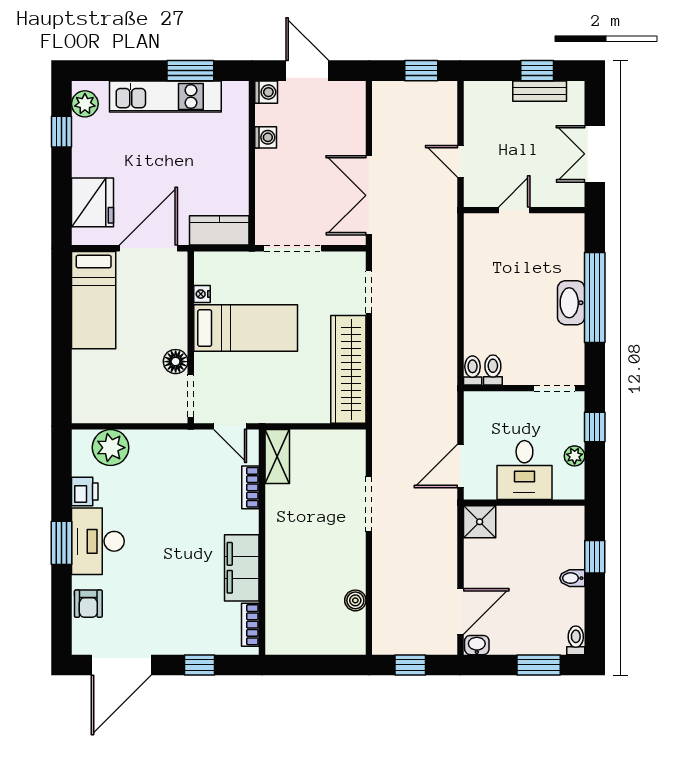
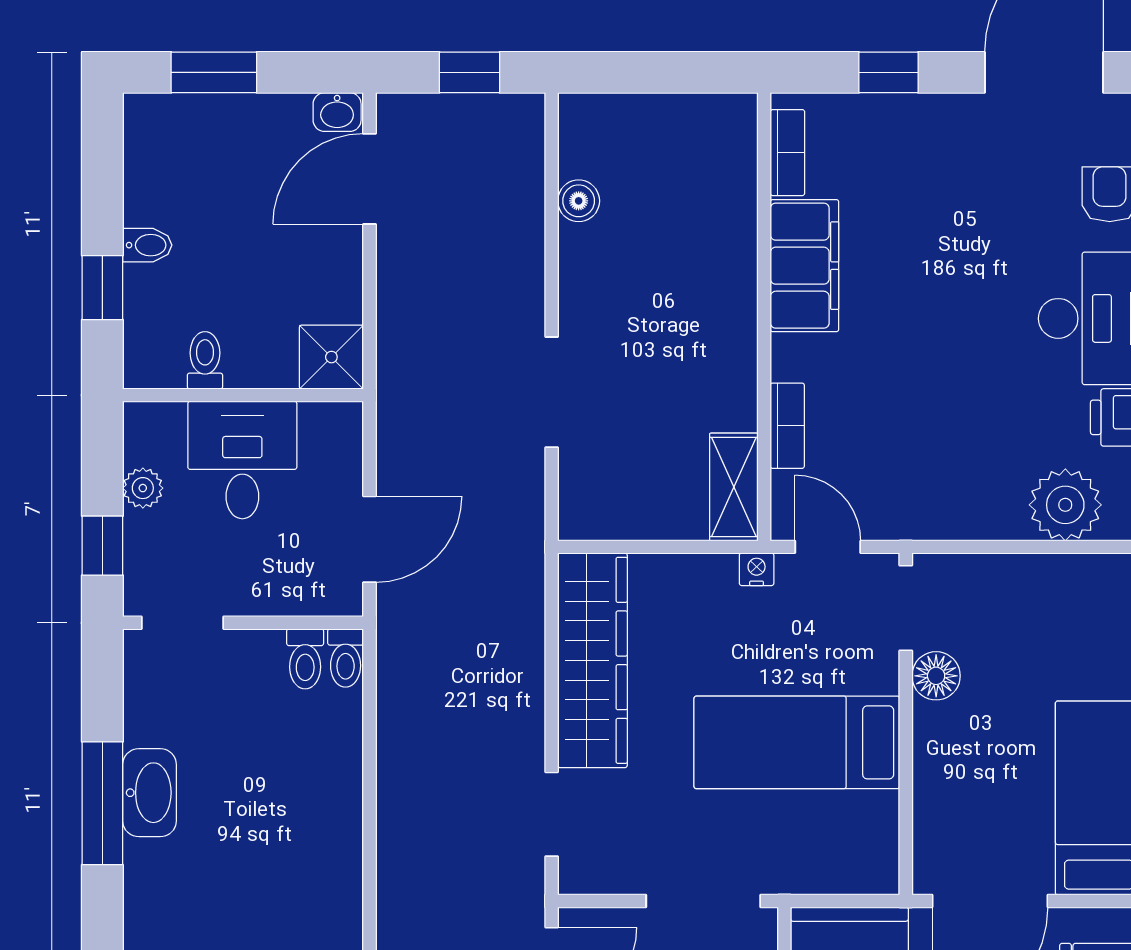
nightstand: (202, 294) -> (757, 569), moved, turned -90
window: (595, 297) -> (102, 803), width x0.68
door: (460, 466) -> (370, 539), moved
toilet: (576, 640) -> (205, 360), moved, turned 180

